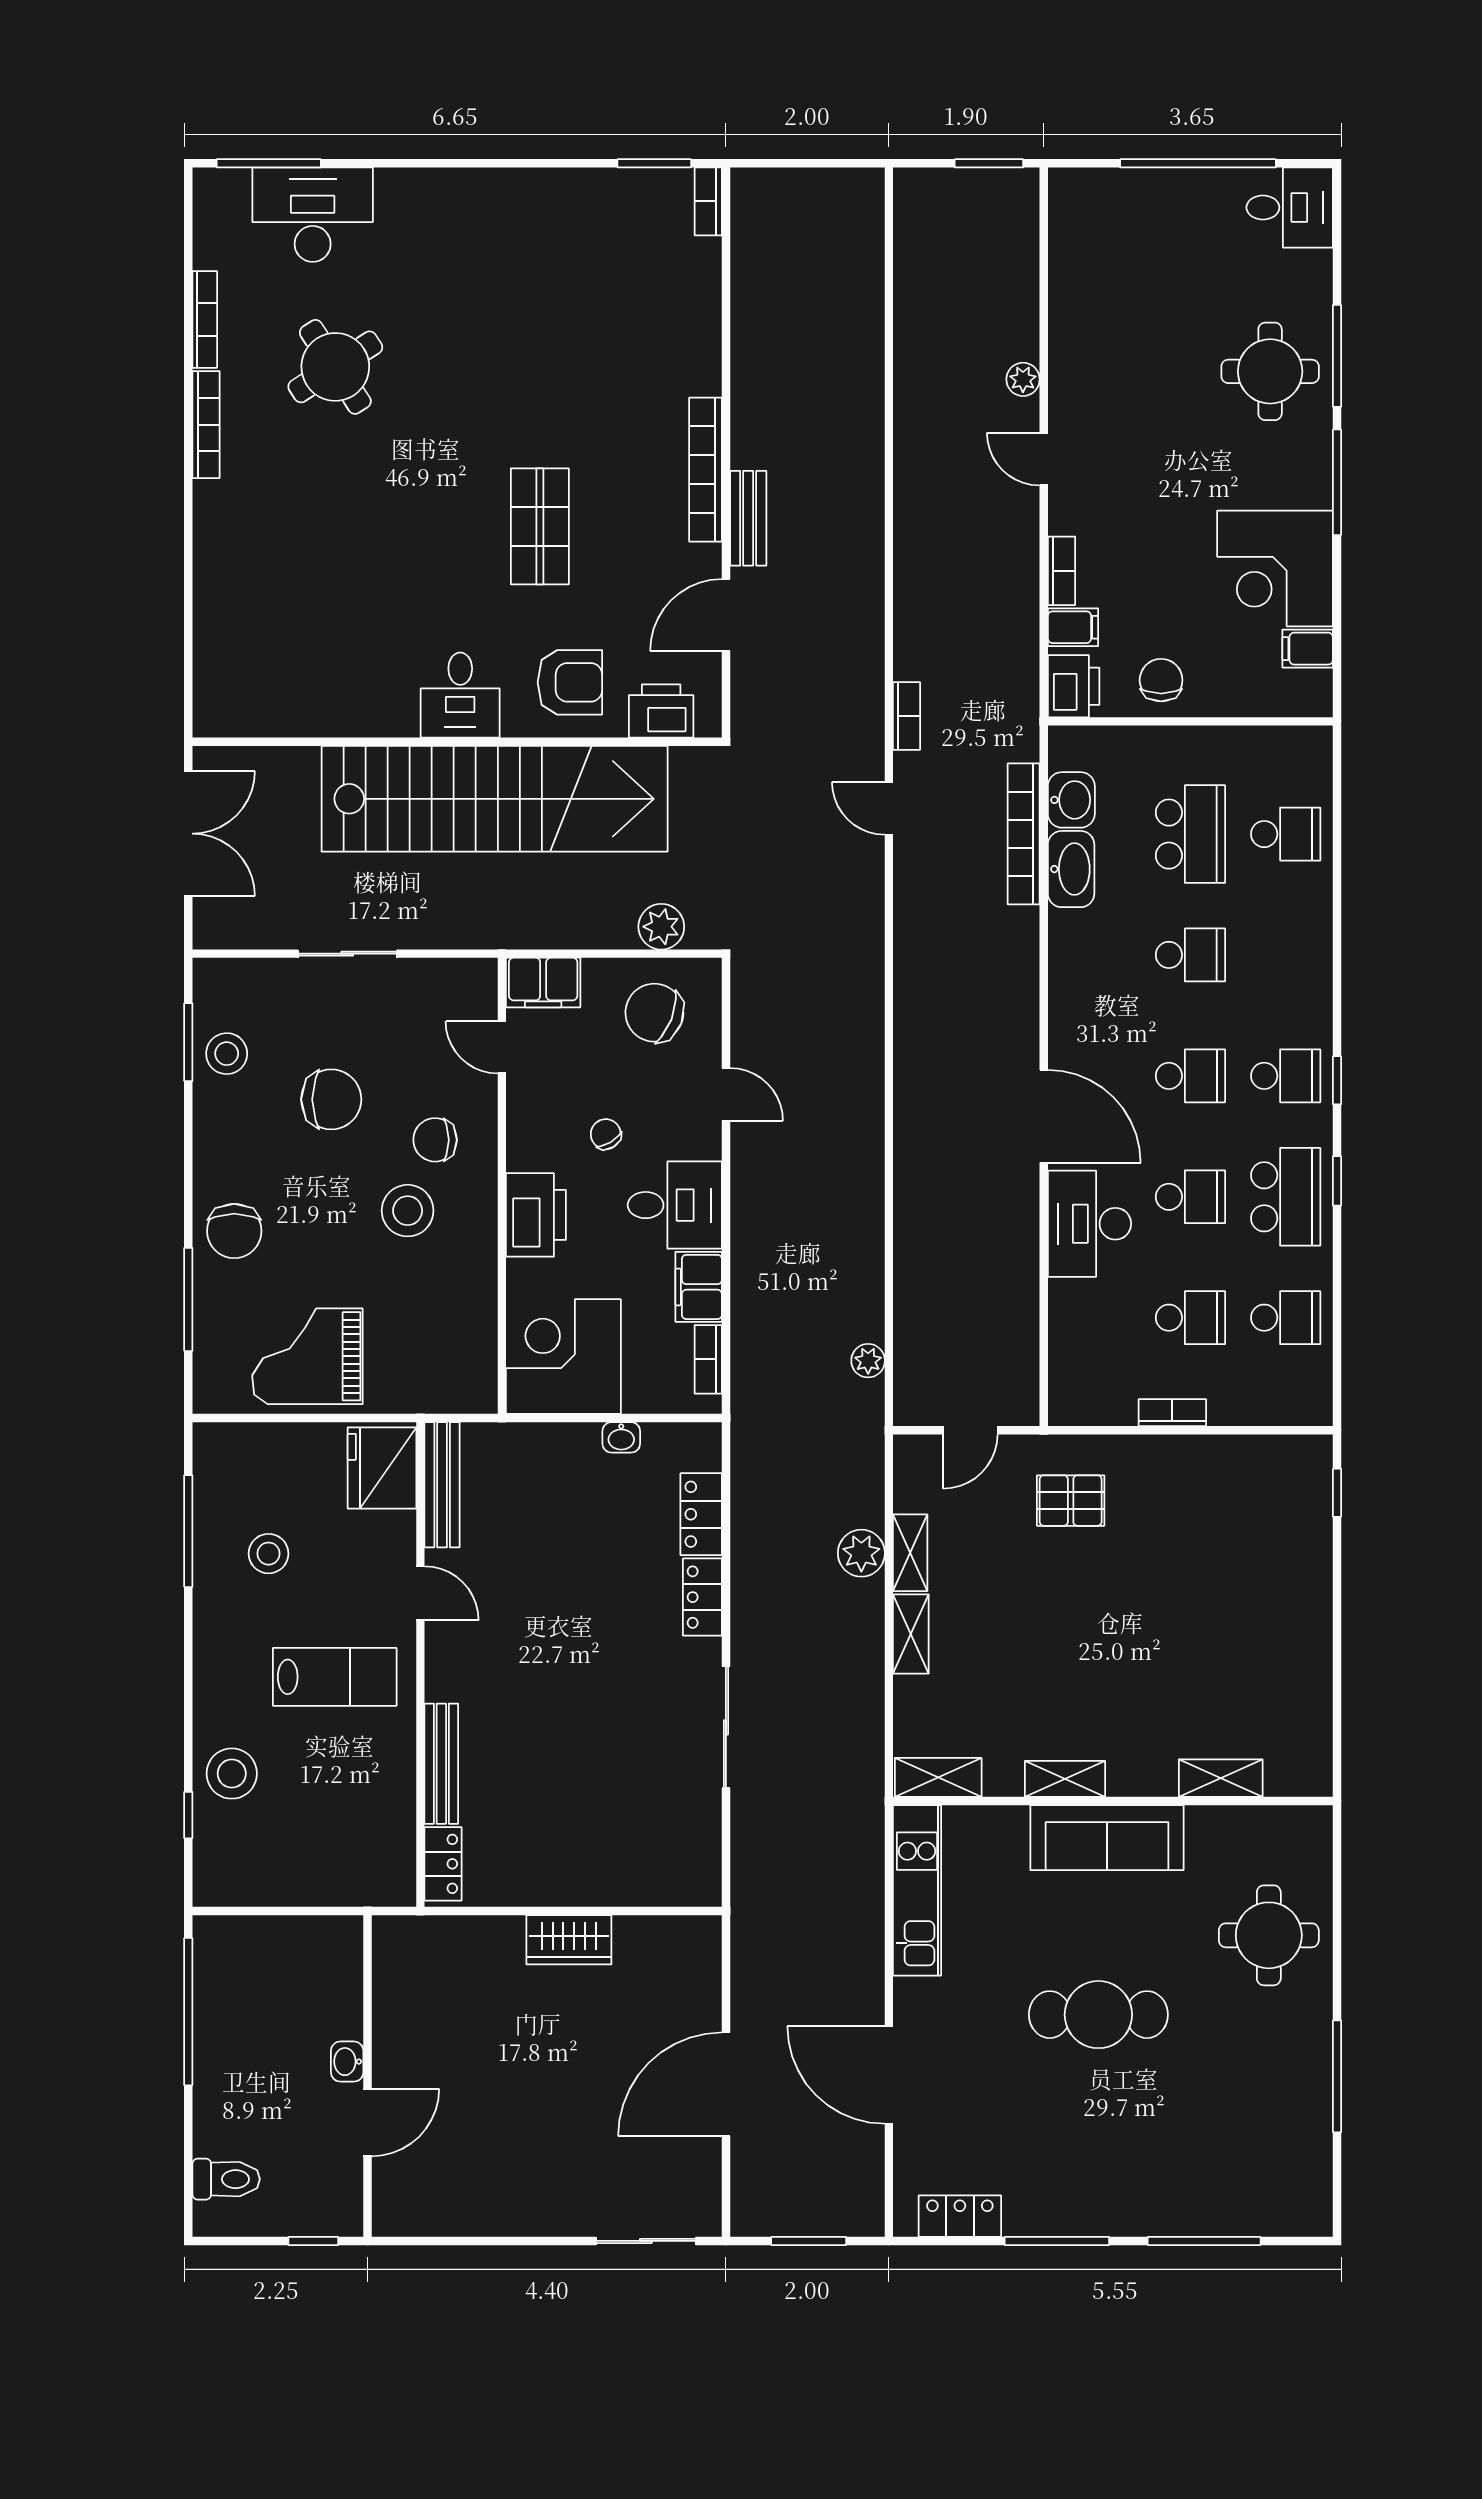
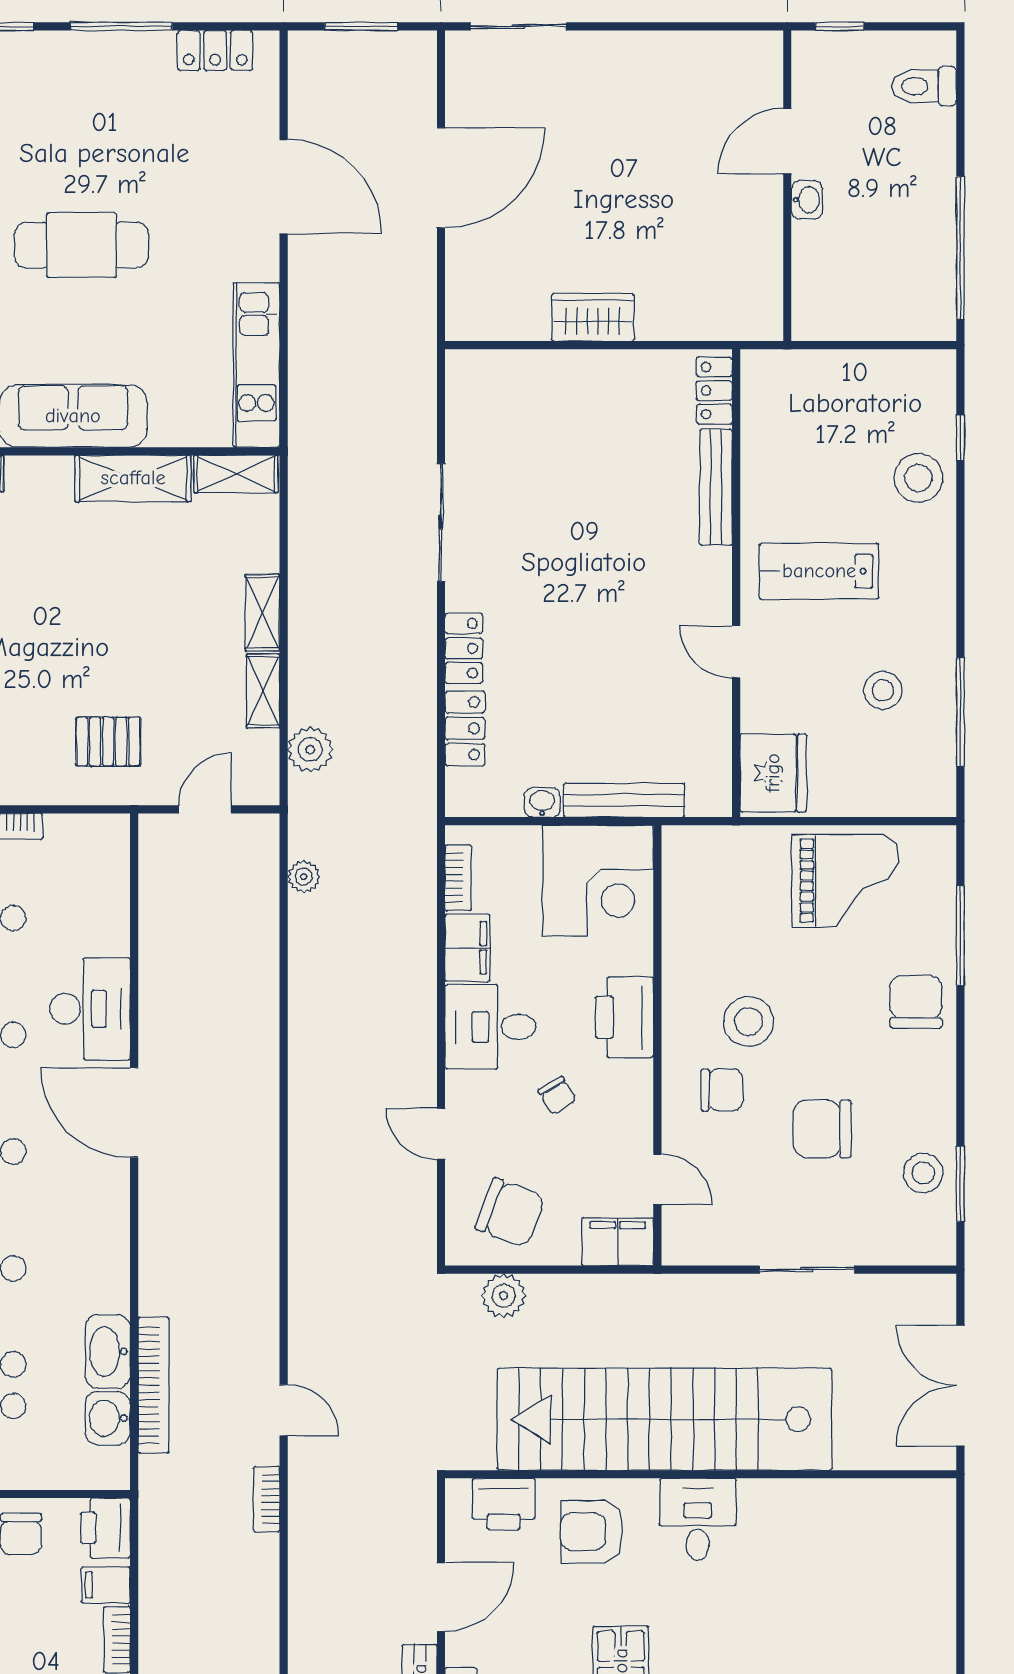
bench: (442, 1485) -> (624, 800), moved, turned 90
plant: (861, 1553) -> (310, 750), moved
shelving: (1065, 1779) -> (133, 478), width x1.50, depth x1.33

